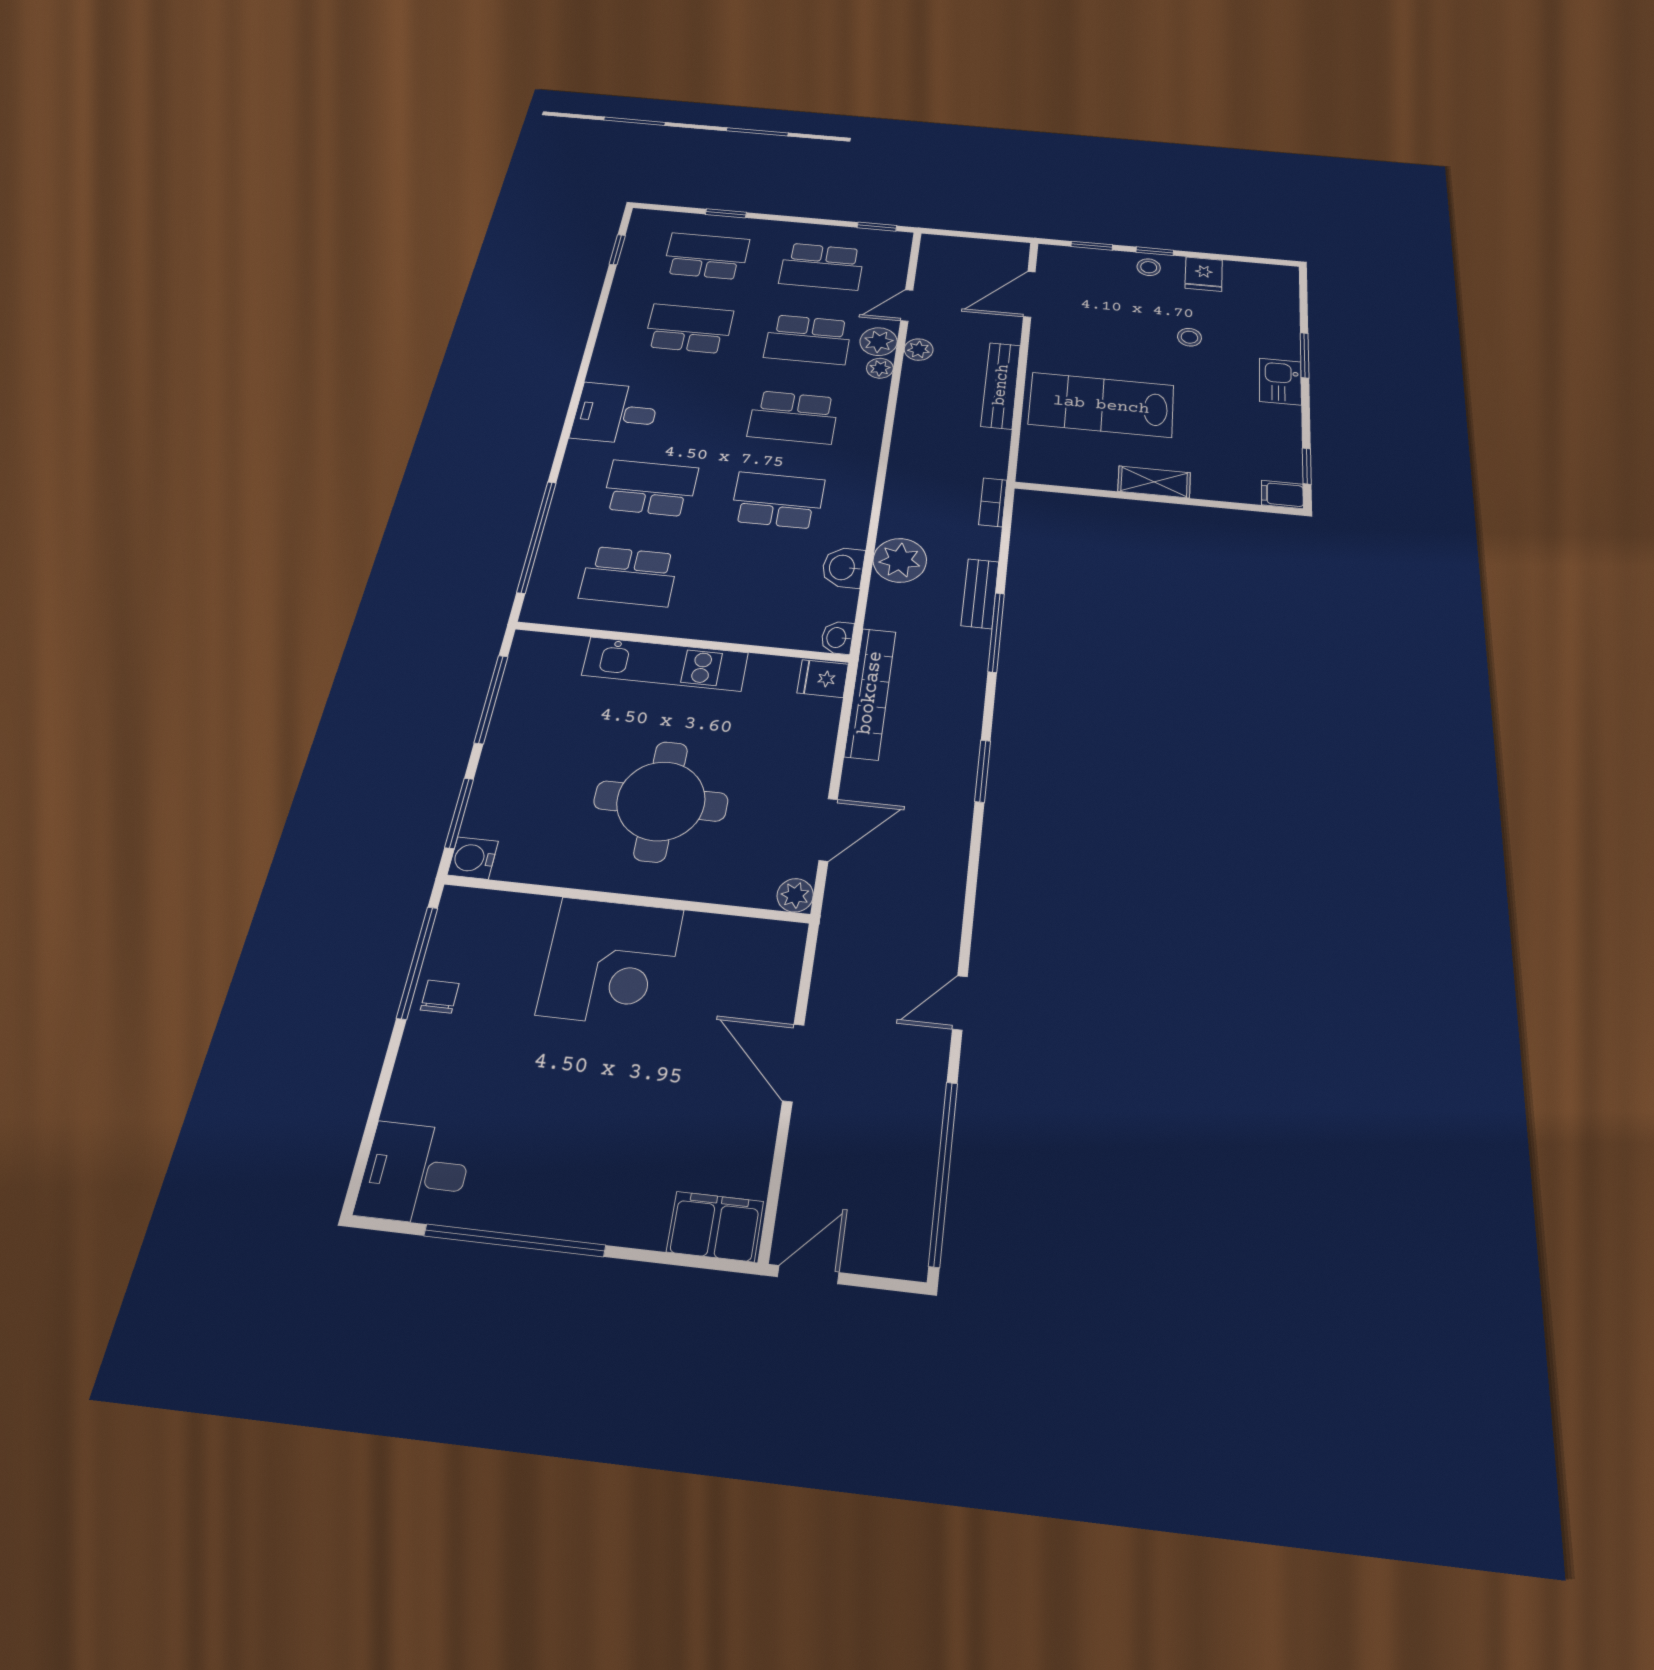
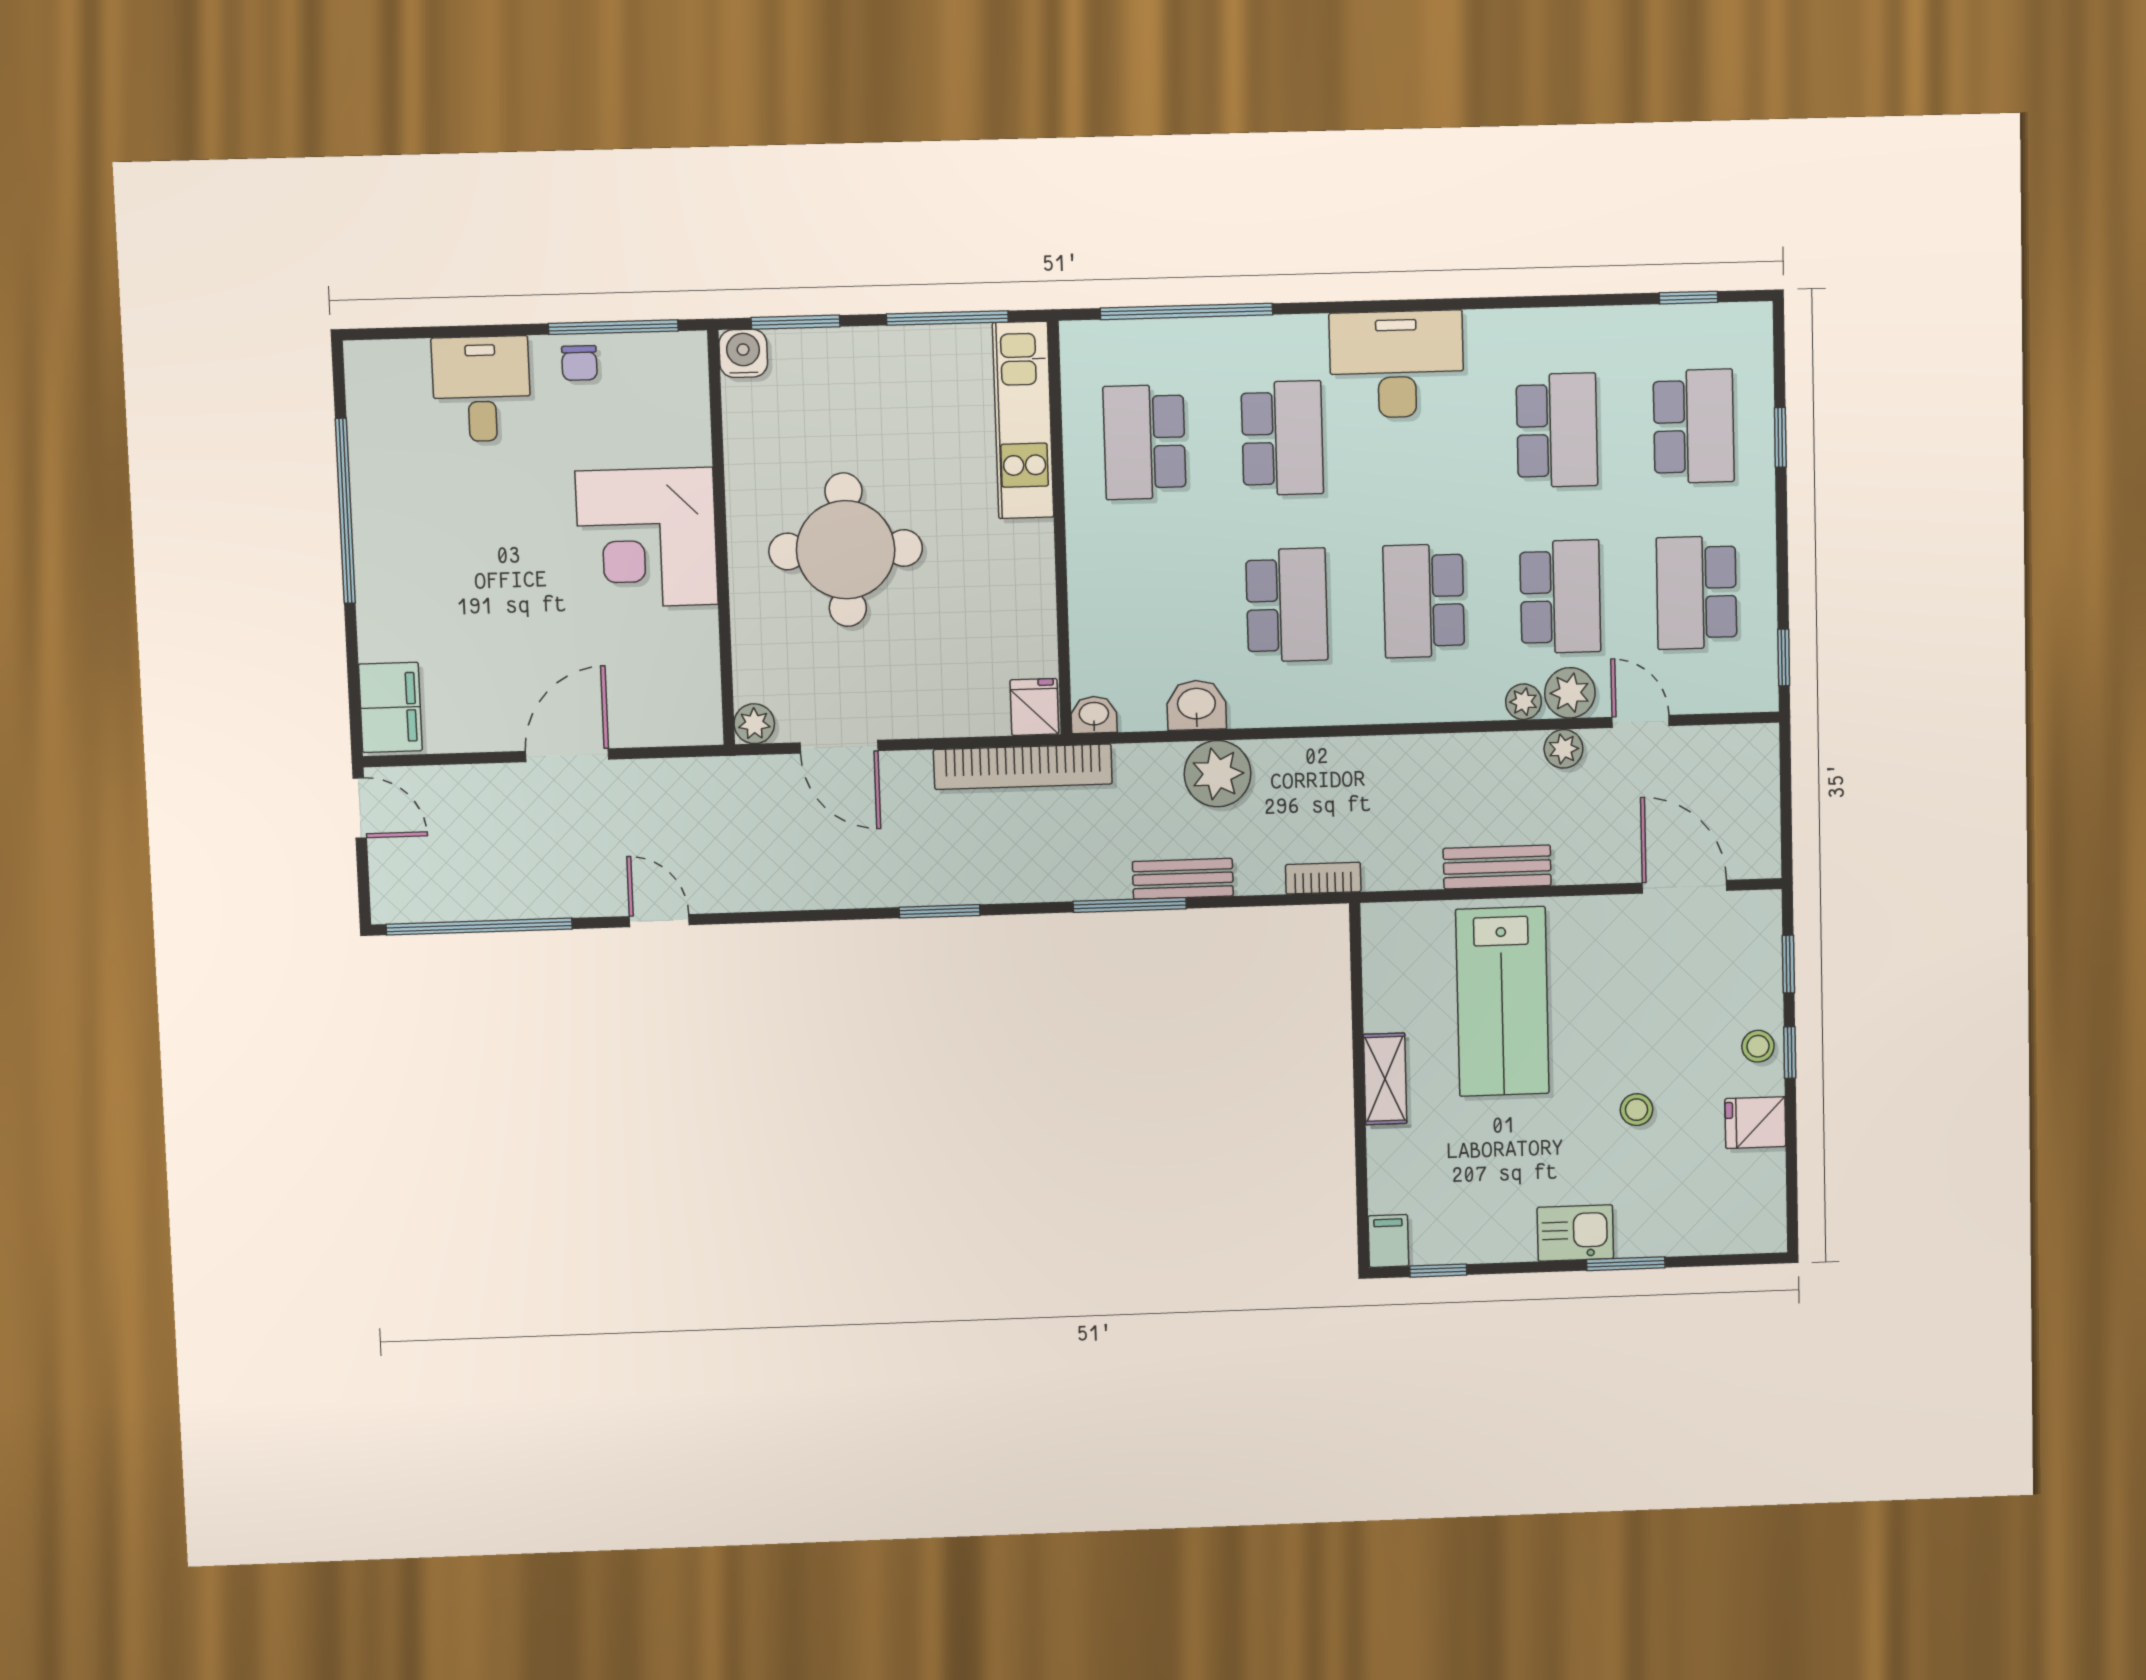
school desk: (808, 339) -> (1560, 597), turned 180
bench: (1001, 385) -> (1497, 867), width x0.73
lab bench: (1101, 405) -> (1502, 1001), turned 180
desk: (615, 413) -> (1397, 364), width x1.37
kitchen unit: (665, 664) -> (1023, 420), moved
chair: (440, 997) -> (579, 363), turned 90
desk: (415, 1173) -> (481, 389), moved

